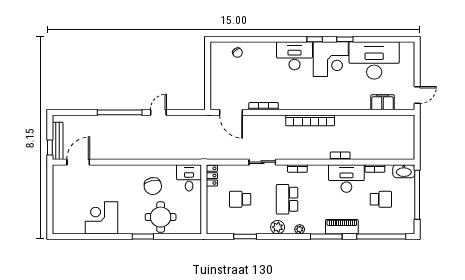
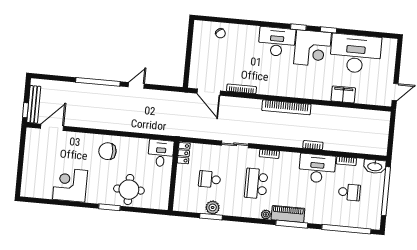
filing cabinet: (383, 102) -> (343, 94), moved
chair: (153, 186) -> (107, 151), moved, turned 102
plant: (278, 227) -> (213, 207), moved
piano: (342, 227) -> (288, 214), moved

